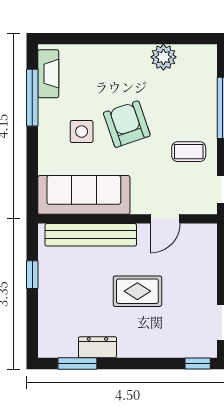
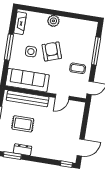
plant: (163, 57) -> (53, 21), moved
window: (32, 98) -> (9, 47), moved
rug: (137, 291) -> (23, 124), moved

